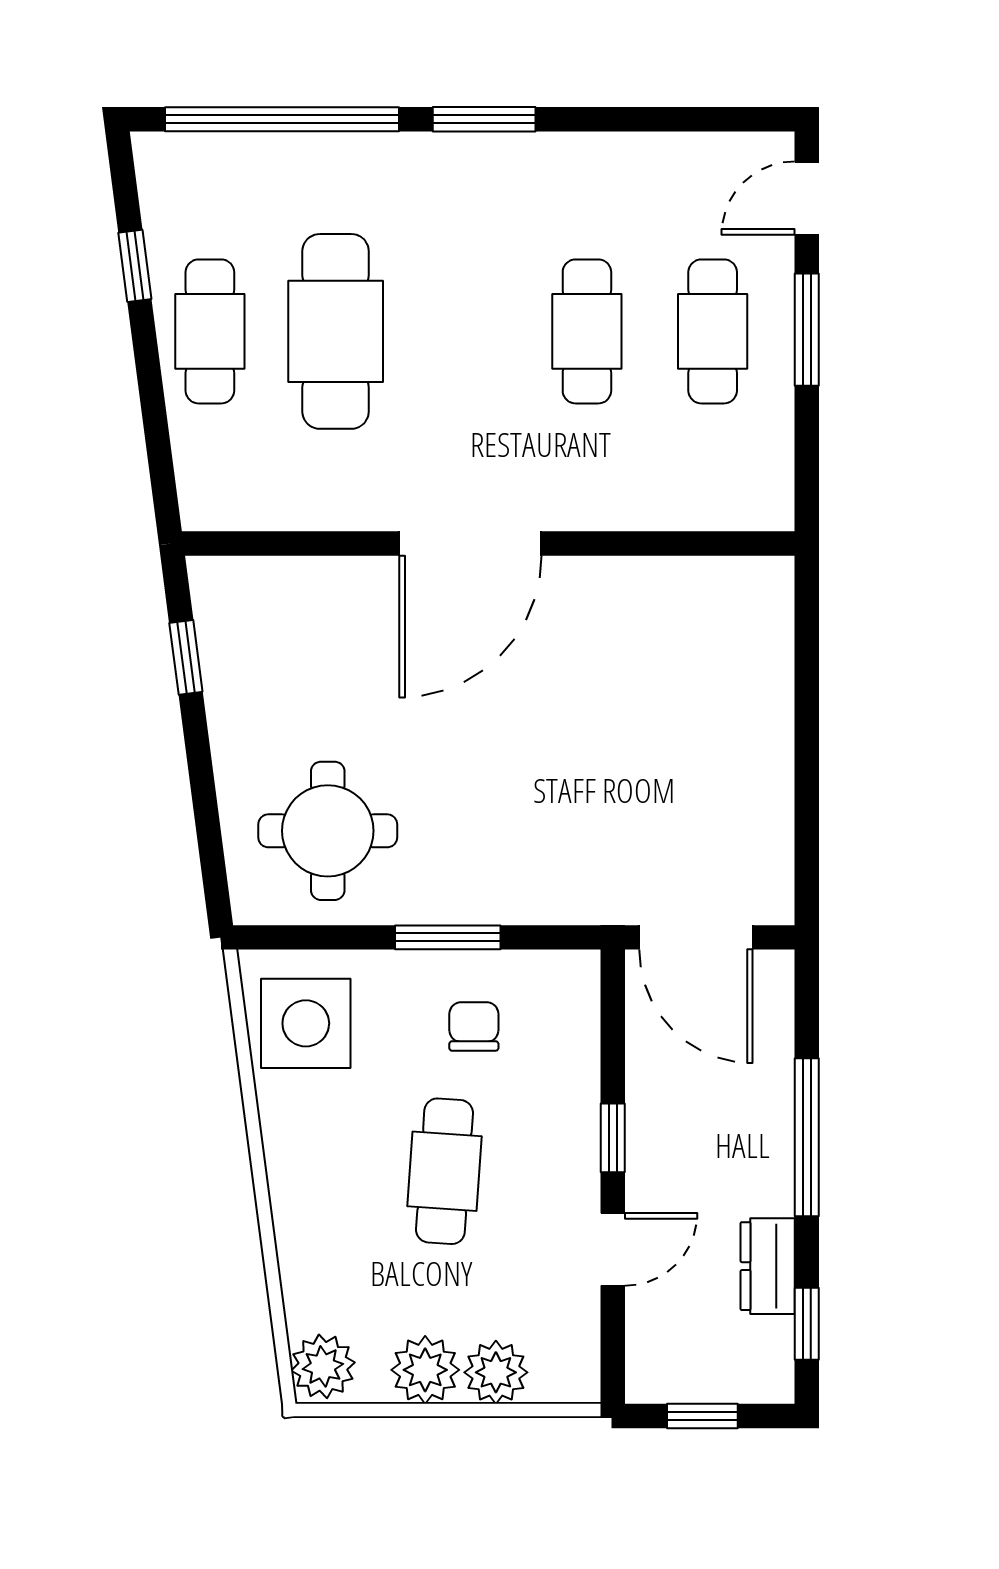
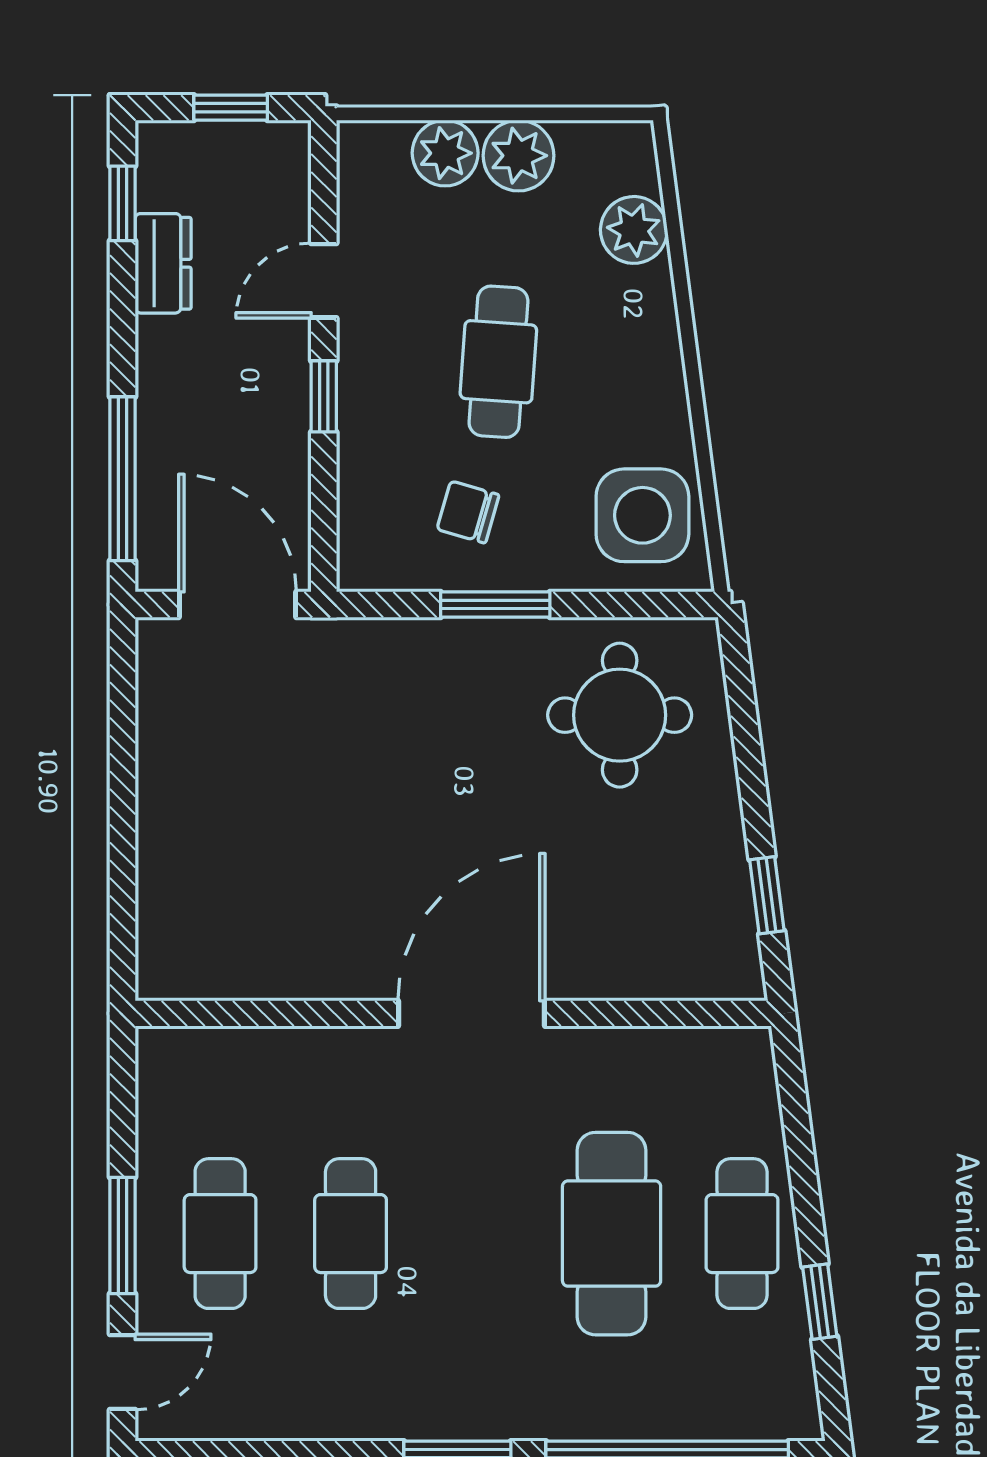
chair: (474, 1026) -> (468, 512), turned 106
window: (807, 1137) -> (122, 479), moved
plant: (323, 1366) -> (634, 230), moved

